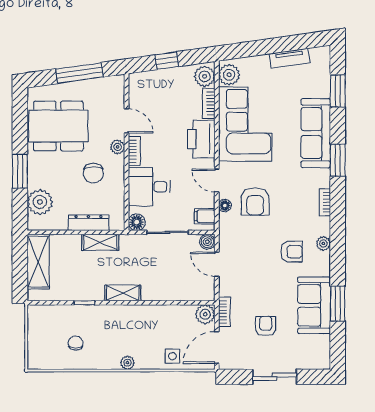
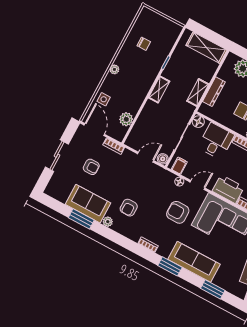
armchair: (255, 201) -> (178, 212), moved
plant: (323, 243) -> (108, 222), moved
plant: (205, 314) -> (126, 119), moved

